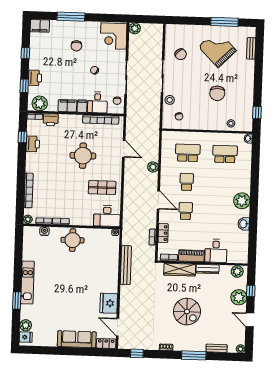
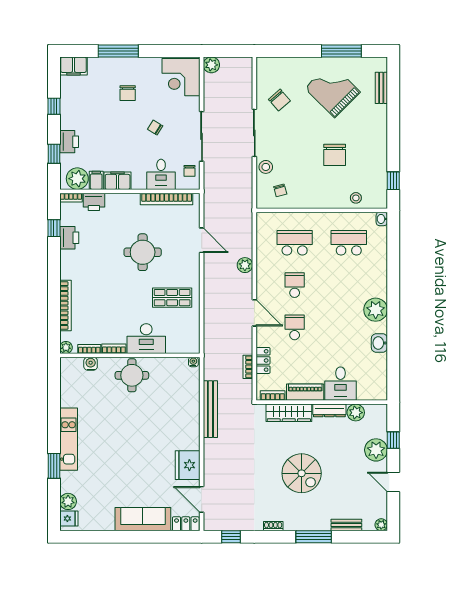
filing cabinet: (82, 106) -> (96, 180), moved
desk: (107, 216) -> (146, 339), moved
plant: (237, 271) -> (356, 413), moved

